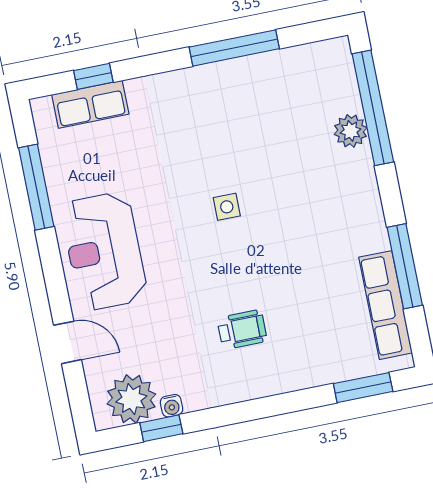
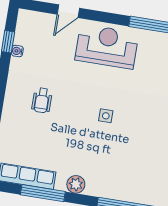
plant: (351, 131) -> (76, 184), moved
plant: (131, 399) -> (28, 32), removed

